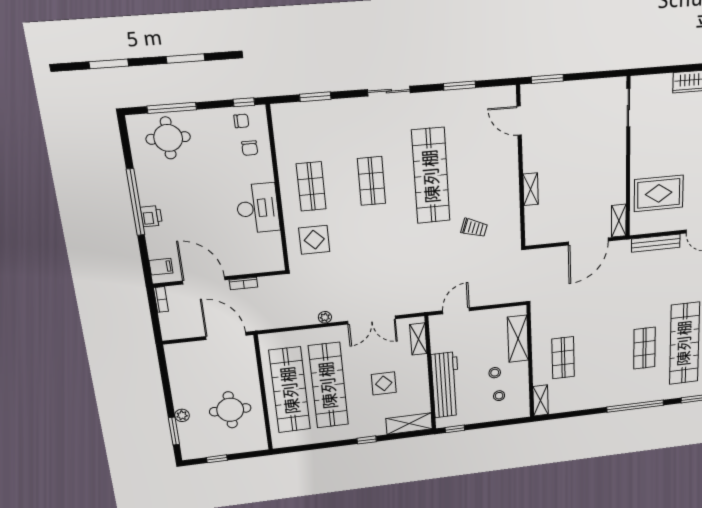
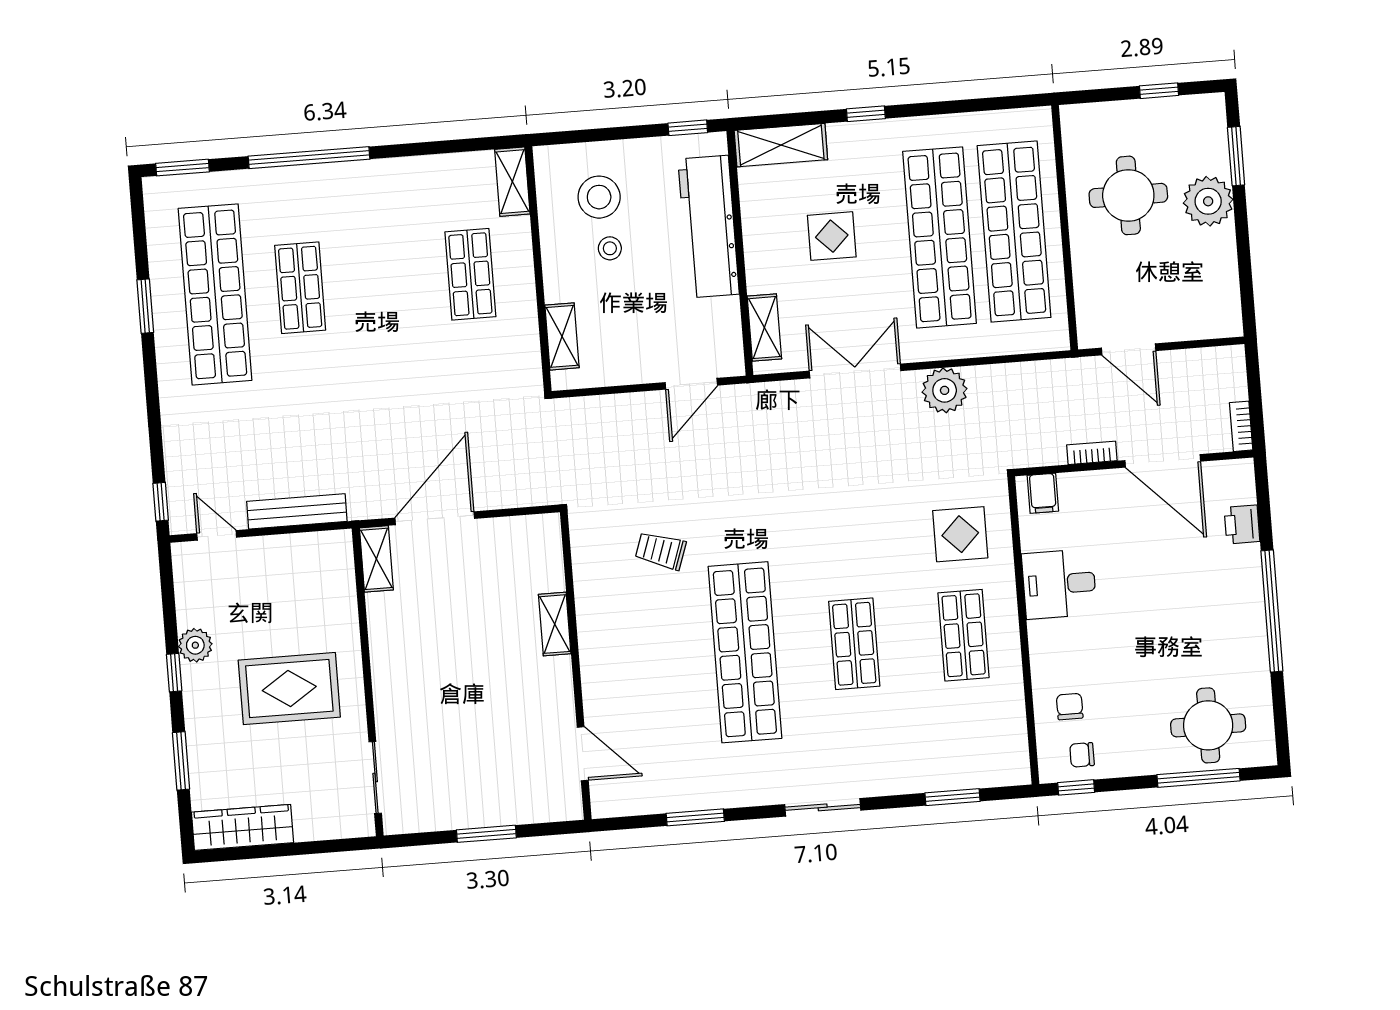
window: (547, 79) -> (486, 834), moved
rug: (659, 193) -> (289, 689), moved
desk: (258, 208) -> (1059, 584), width x0.73
printer: (151, 216) -> (1242, 524), moved
filing cabinet: (161, 267) -> (1043, 493), moved, turned -90
plant: (325, 317) -> (945, 390), width x1.88, depth x1.88
door: (226, 336) -> (1129, 349), width x0.73
shelving: (518, 339) -> (562, 336), width x0.67, depth x0.75
stool: (499, 396) -> (599, 197), width x1.89, depth x1.89
plant: (182, 415) -> (1208, 201), width x1.87, depth x1.87

